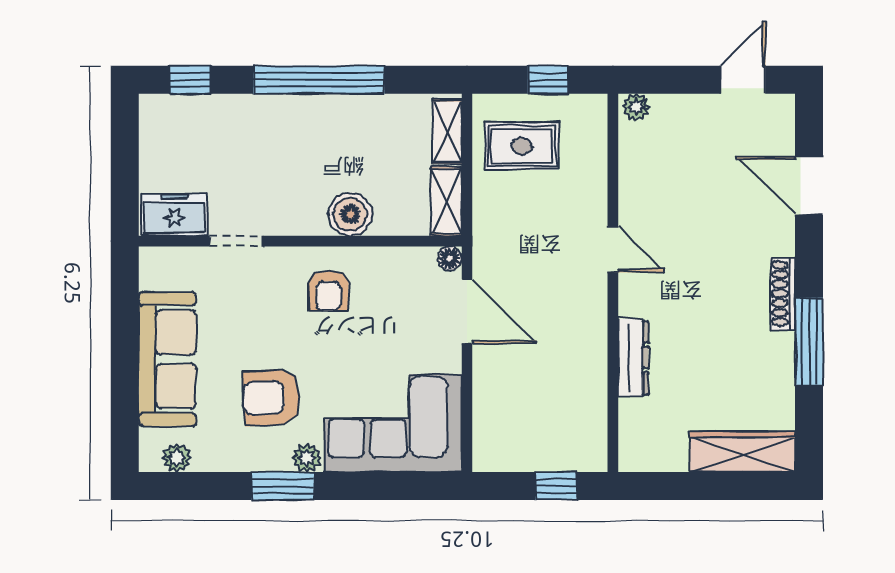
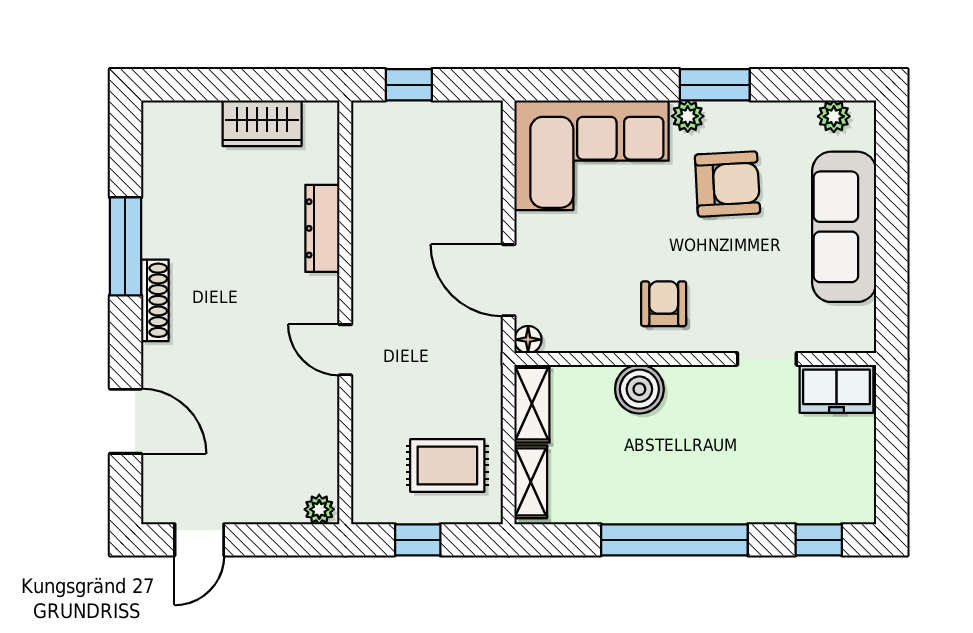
wardrobe: (742, 452) -> (262, 123), moved, width x0.67

